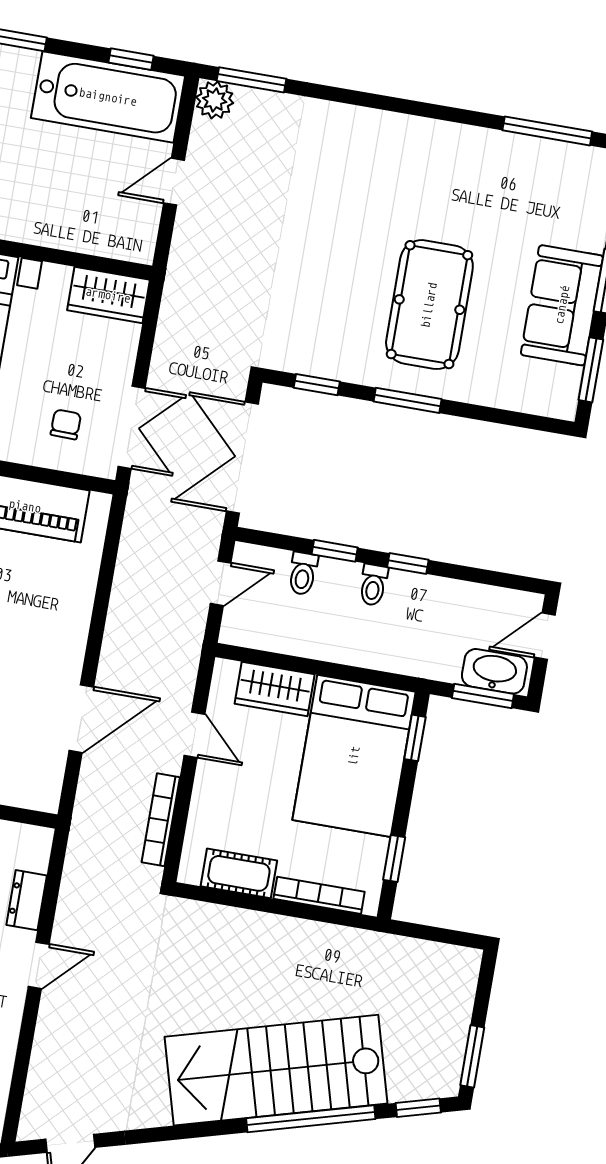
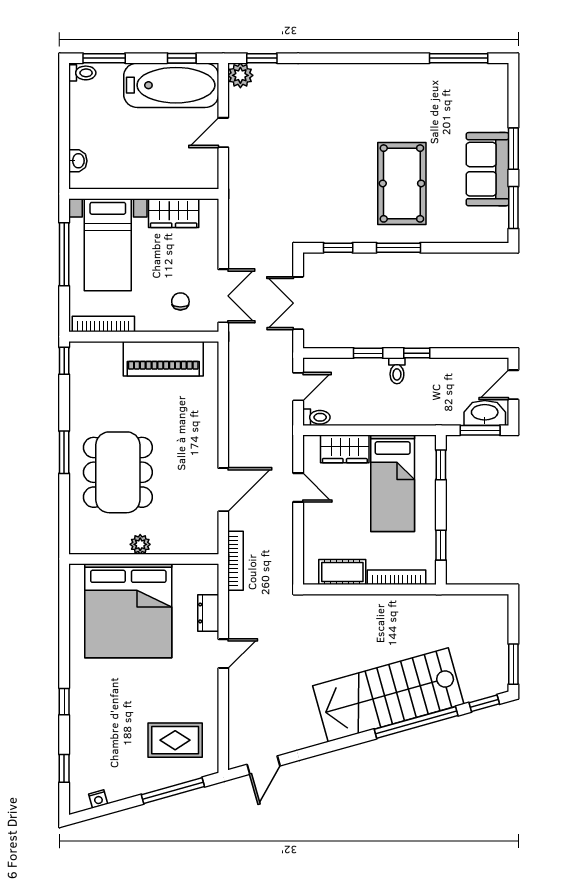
window: (251, 80) -> (262, 58), width x0.67
wardrobe: (108, 295) -> (174, 213), moved
double door: (242, 458) -> (298, 303), width x0.73
toilet: (303, 574) -> (316, 417), moved, turned -90
bed: (354, 756) -> (393, 483), width x0.67
bookcase: (161, 820) -> (236, 561), moved, turned 180

